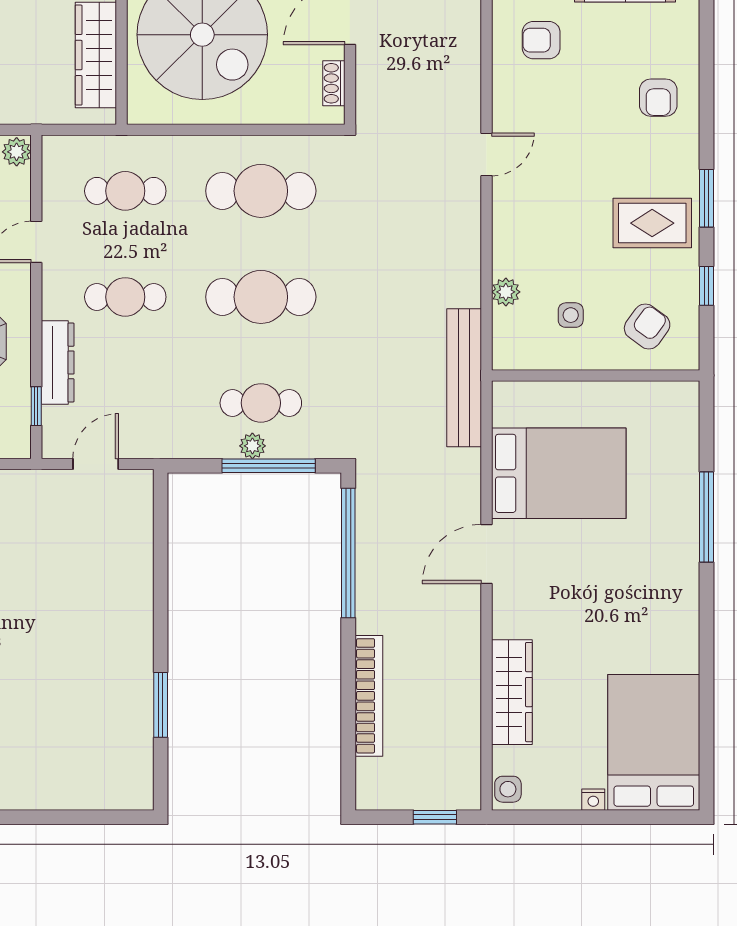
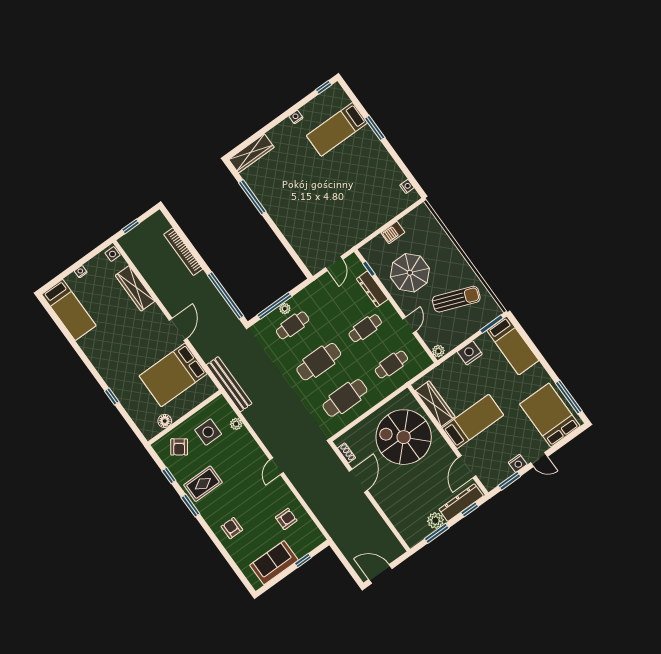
side table: (571, 315) -> (208, 432), width x1.87, depth x1.87
floor lamp: (639, 396) -> (165, 421), added
window: (706, 517) -> (112, 396), width x0.46
window: (161, 705) -> (252, 197), width x1.44
bed: (654, 742) -> (69, 310), width x0.67
wardrobe: (102, 790) -> (251, 153), added

